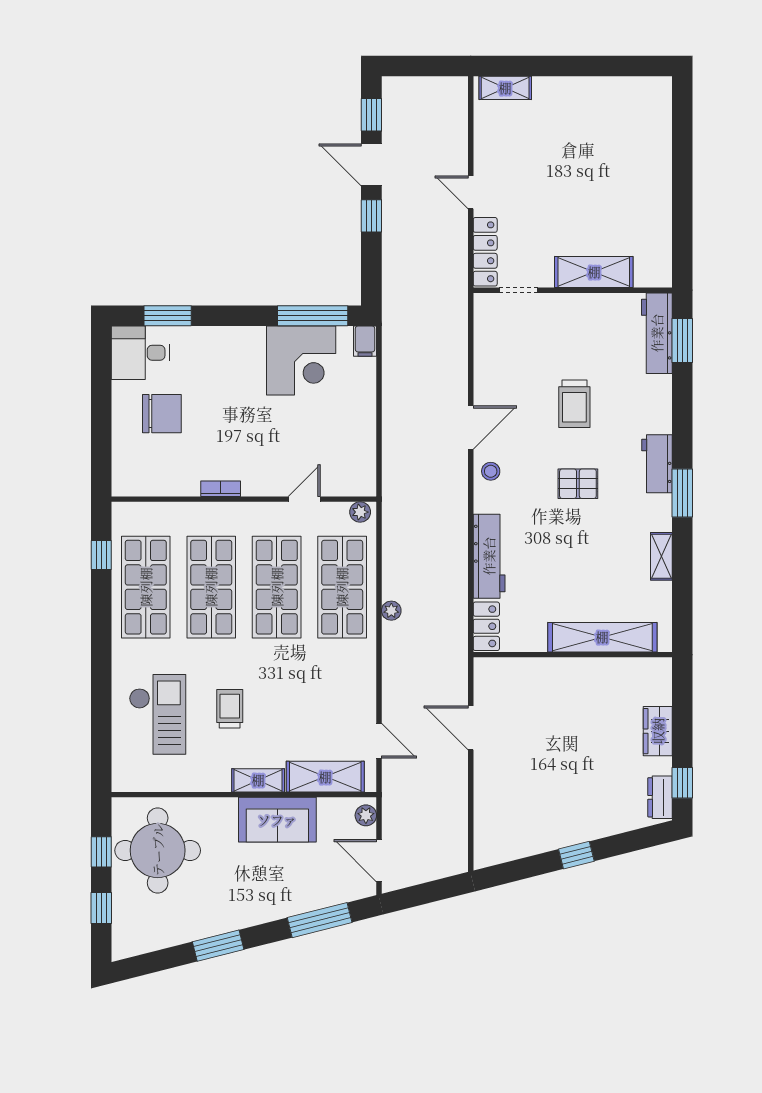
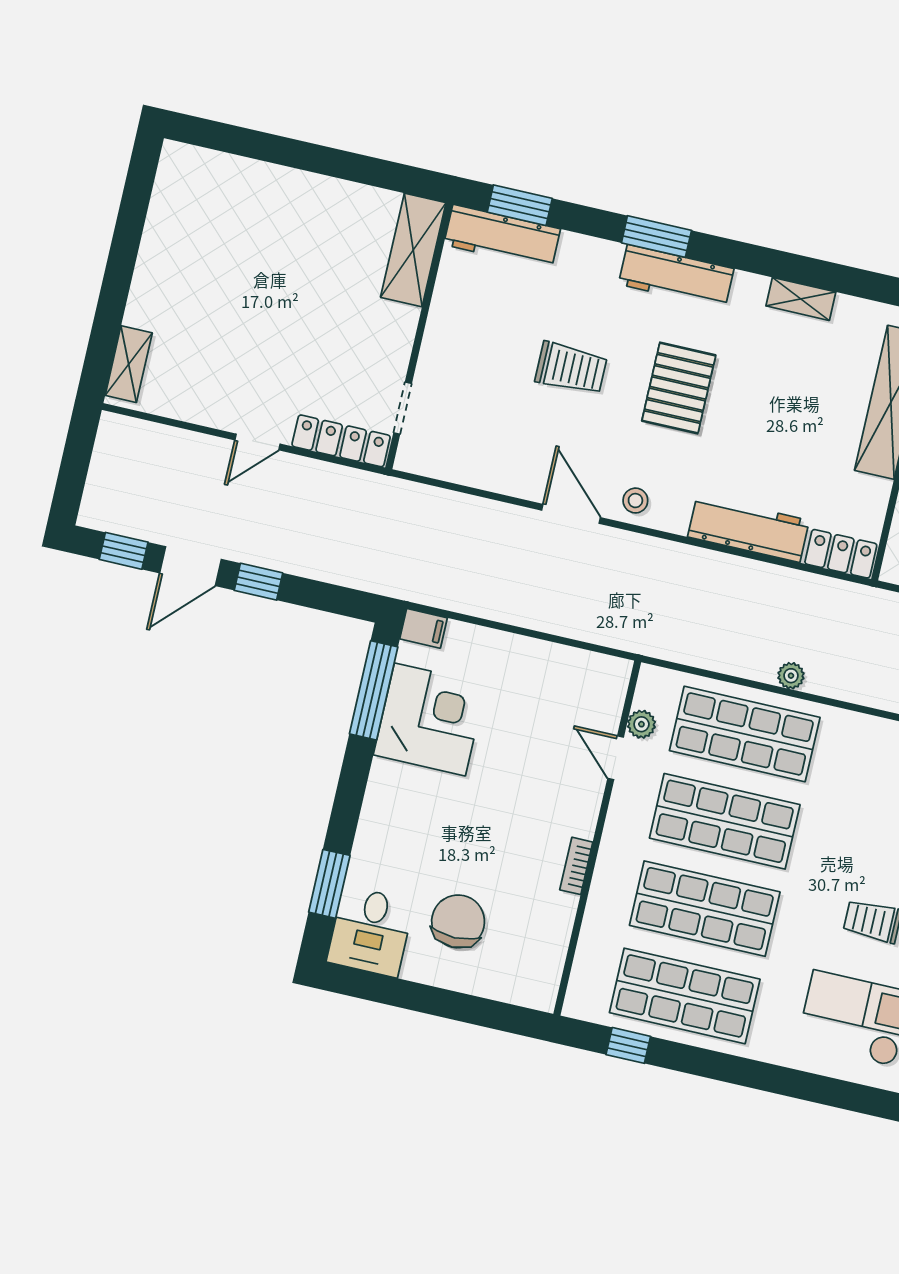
shelving: (594, 272) -> (413, 250), moved
workbench: (657, 464) -> (676, 276), width x1.38
pallet: (578, 484) -> (679, 388), width x1.50, depth x1.42
window: (682, 493) -> (656, 237), moved
plant: (360, 512) -> (641, 724), moved

